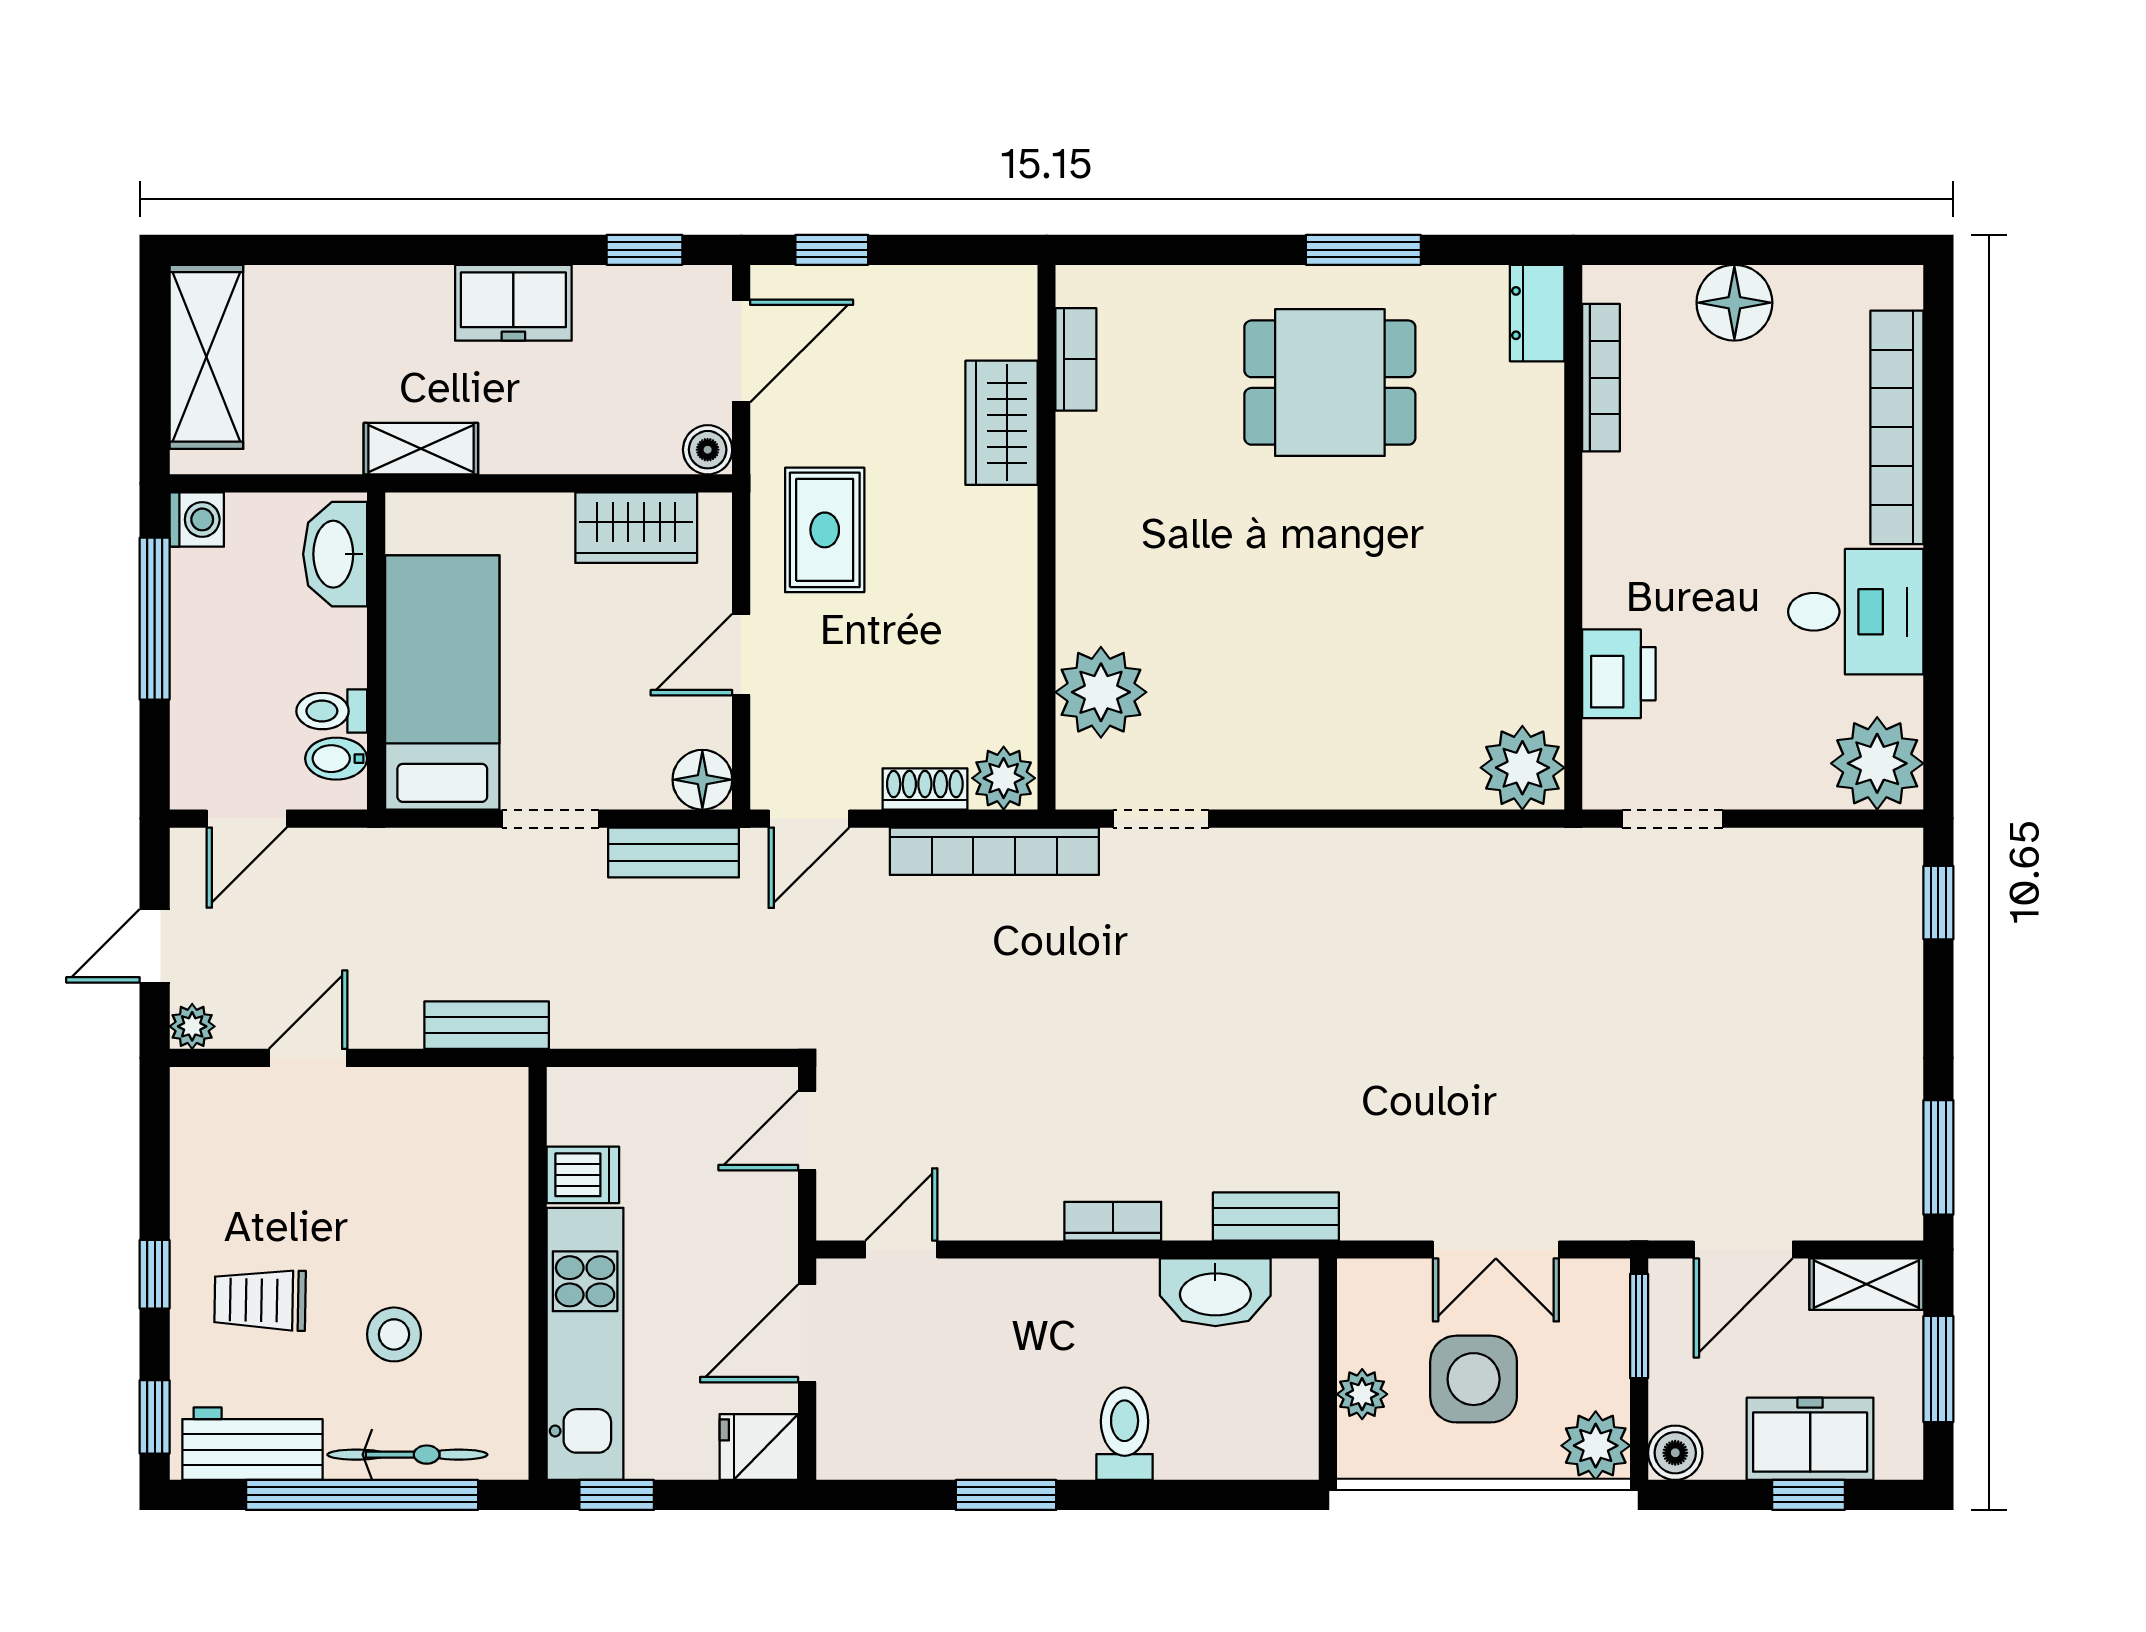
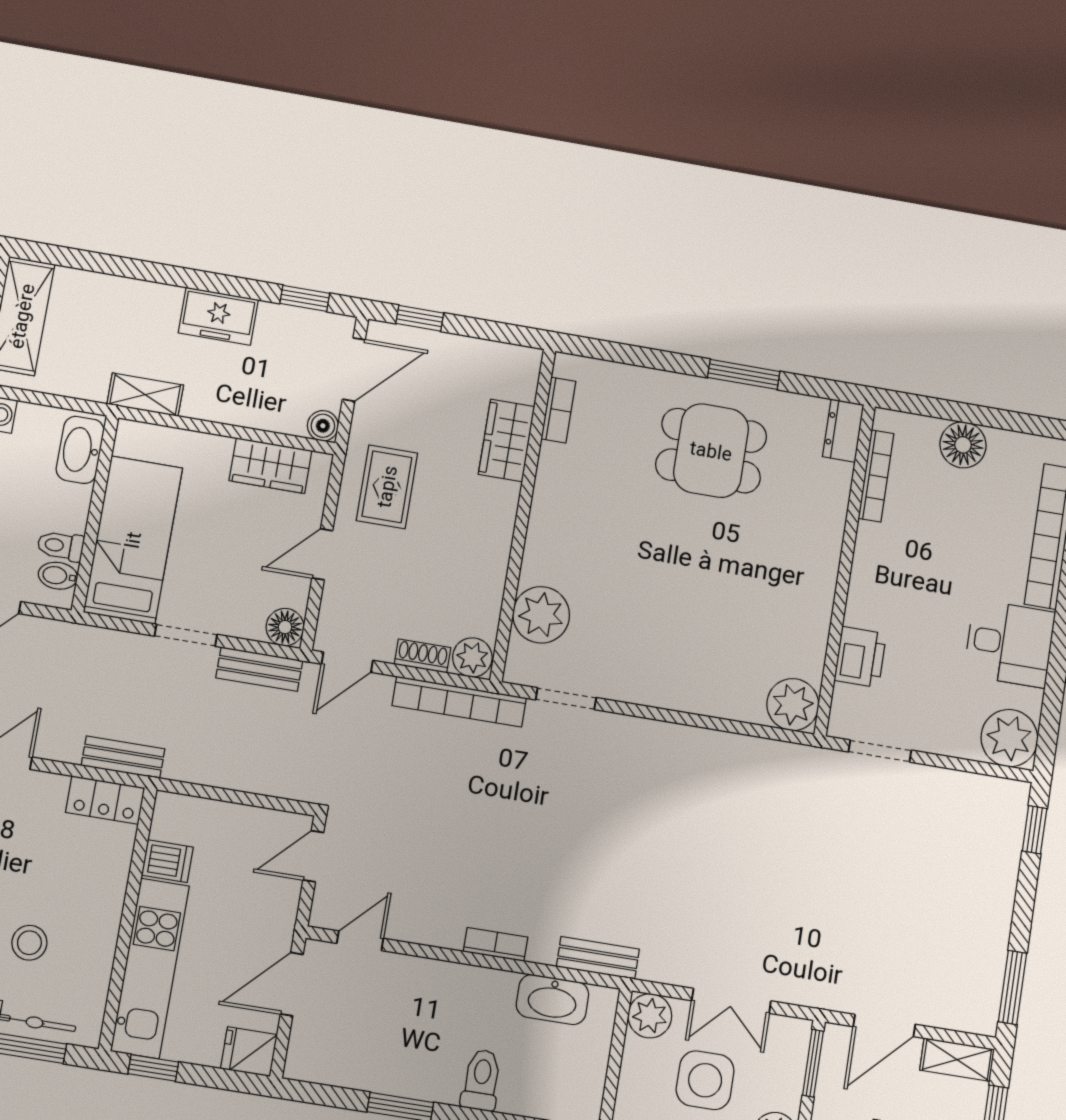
locker: (471, 1096) -> (105, 800), added
plant: (1362, 1394) -> (650, 1016), moved, width x1.38, depth x1.38

